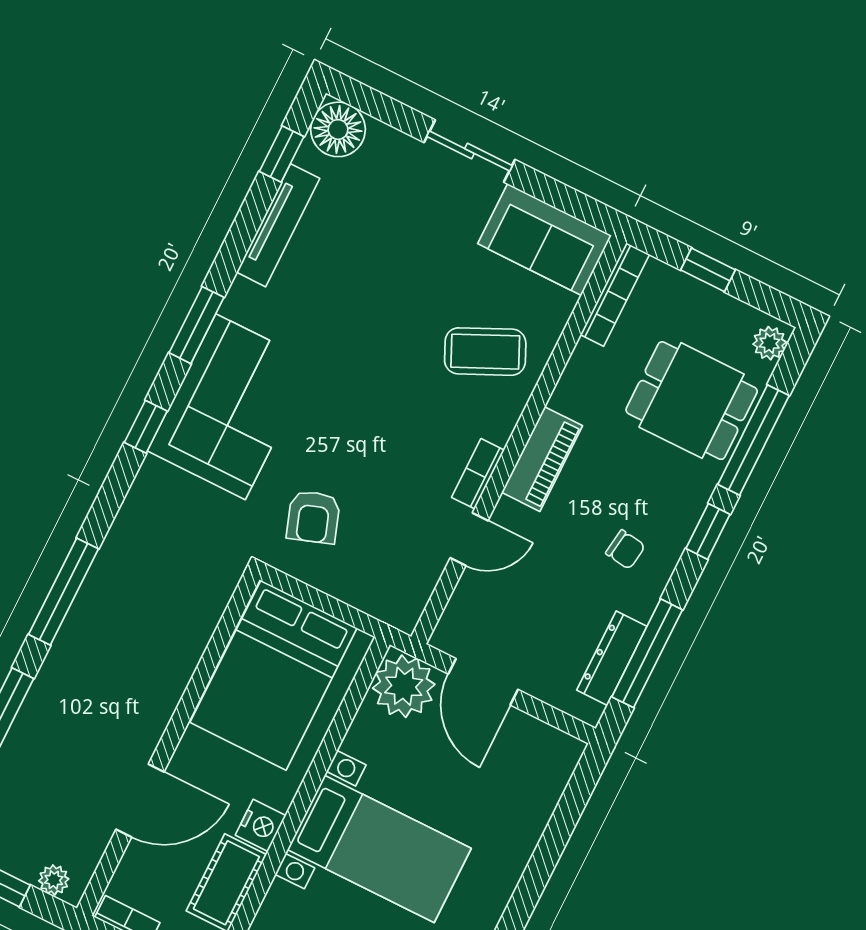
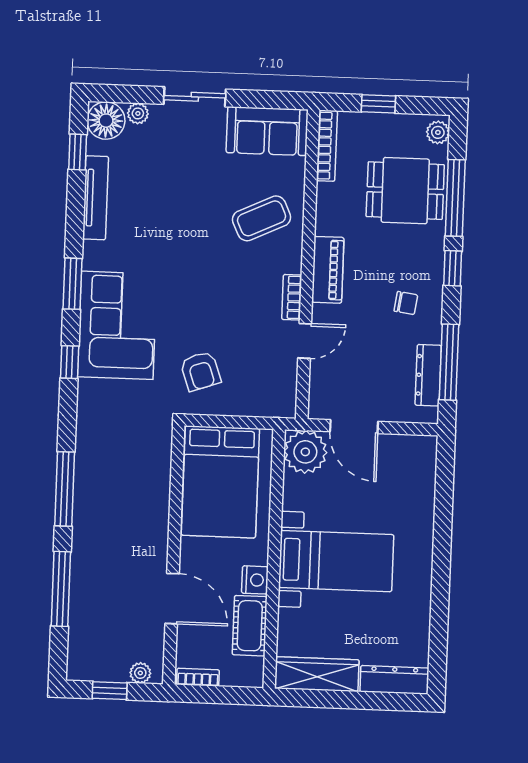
plant: (384, 139) -> (138, 113), added
door: (140, 801) -> (172, 599), hinge flipped

